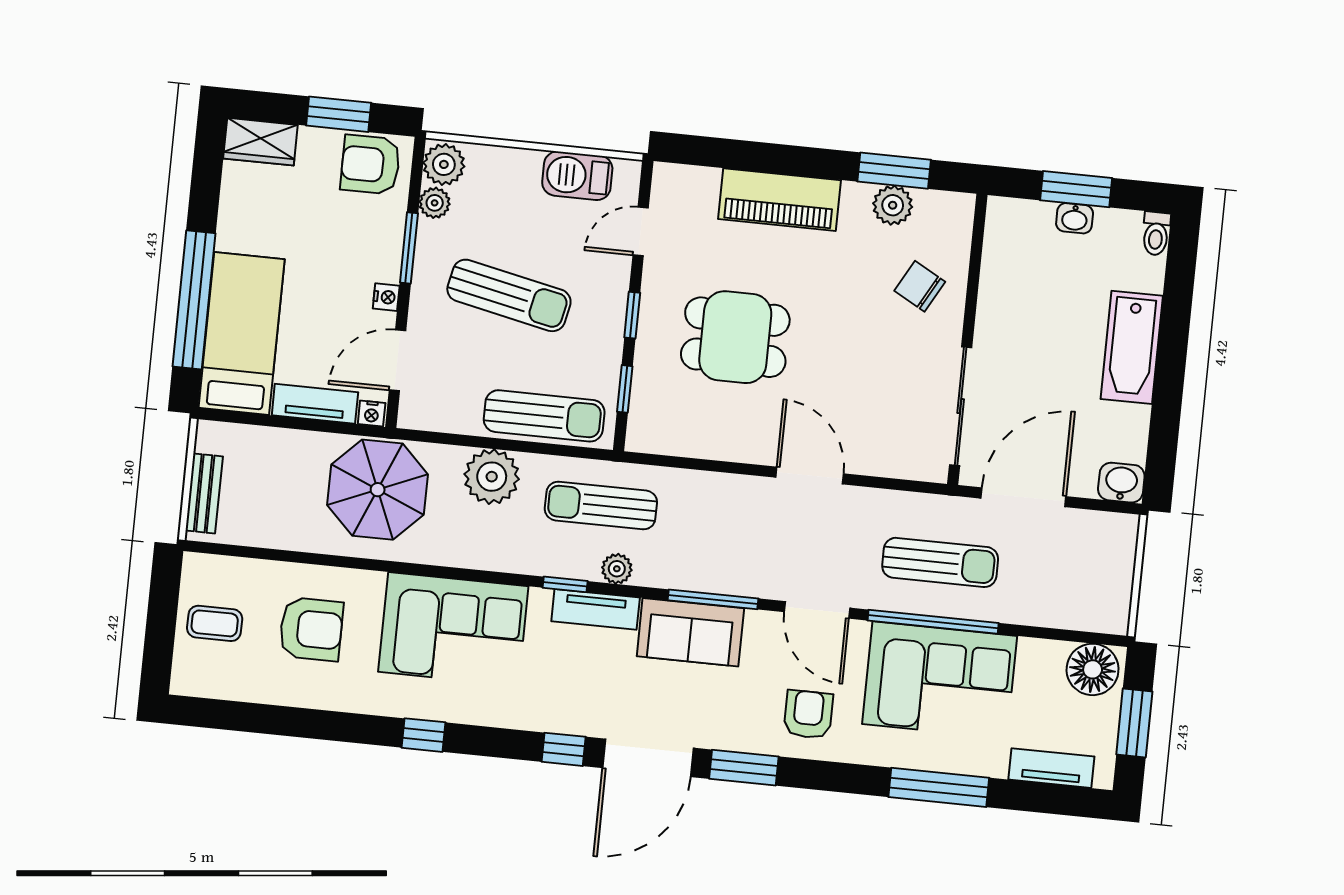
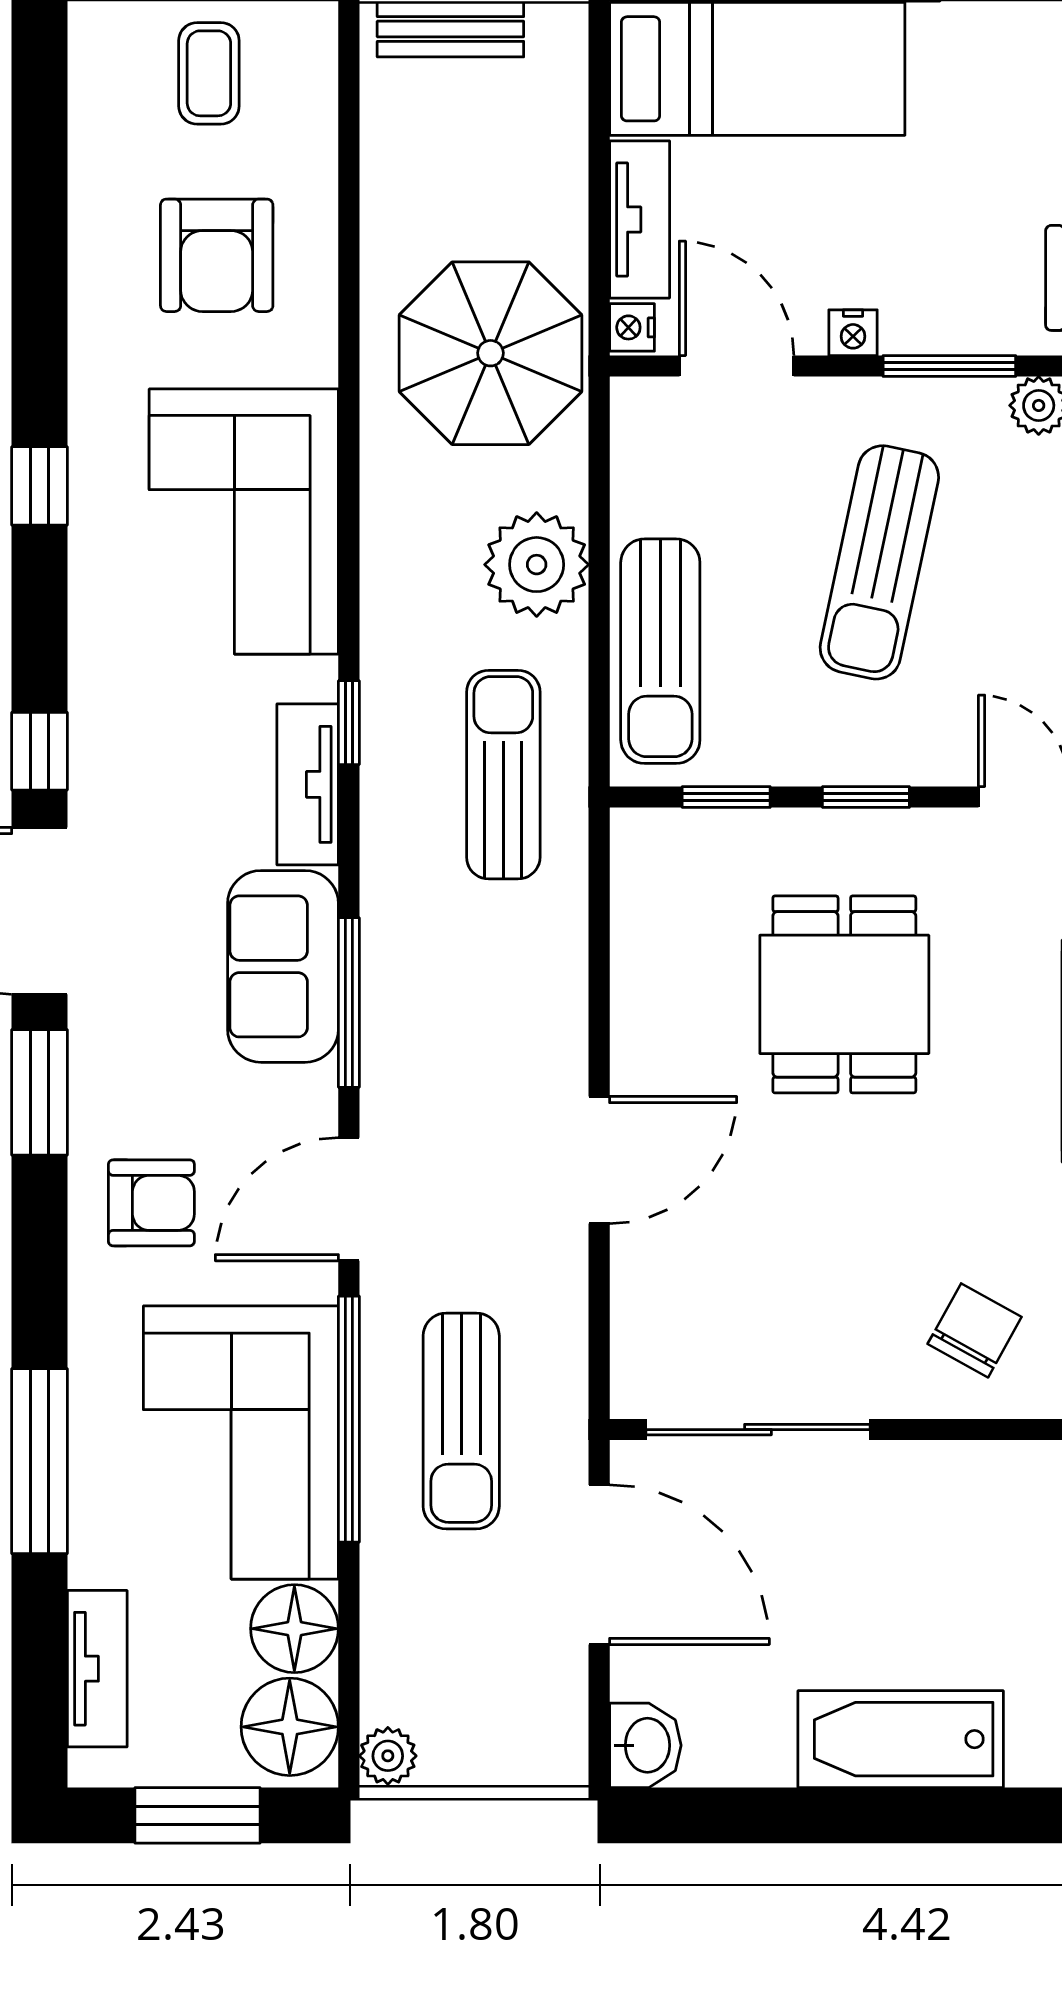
plant: (617, 569) -> (388, 1756), moved
floor lamp: (1041, 662) -> (294, 1629), added

